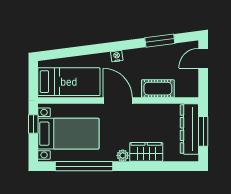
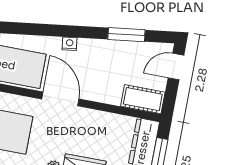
cot: (158, 89) -> (143, 99), moved

